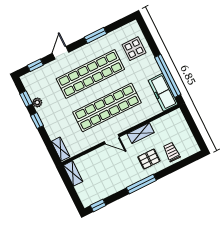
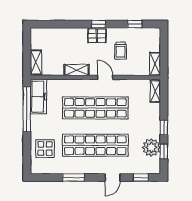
plant: (37, 102) -> (151, 148), width x1.87, depth x1.87
shelving: (180, 122) -> (36, 62), added
trolley: (172, 152) -> (121, 51), moved
pallet: (149, 159) -> (97, 36), moved
window: (141, 184) -> (99, 24), width x0.46
window: (98, 205) -> (135, 24), moved

